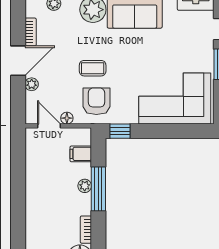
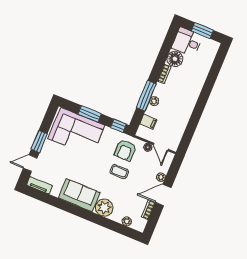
window: (167, 131) -> (90, 114), added

